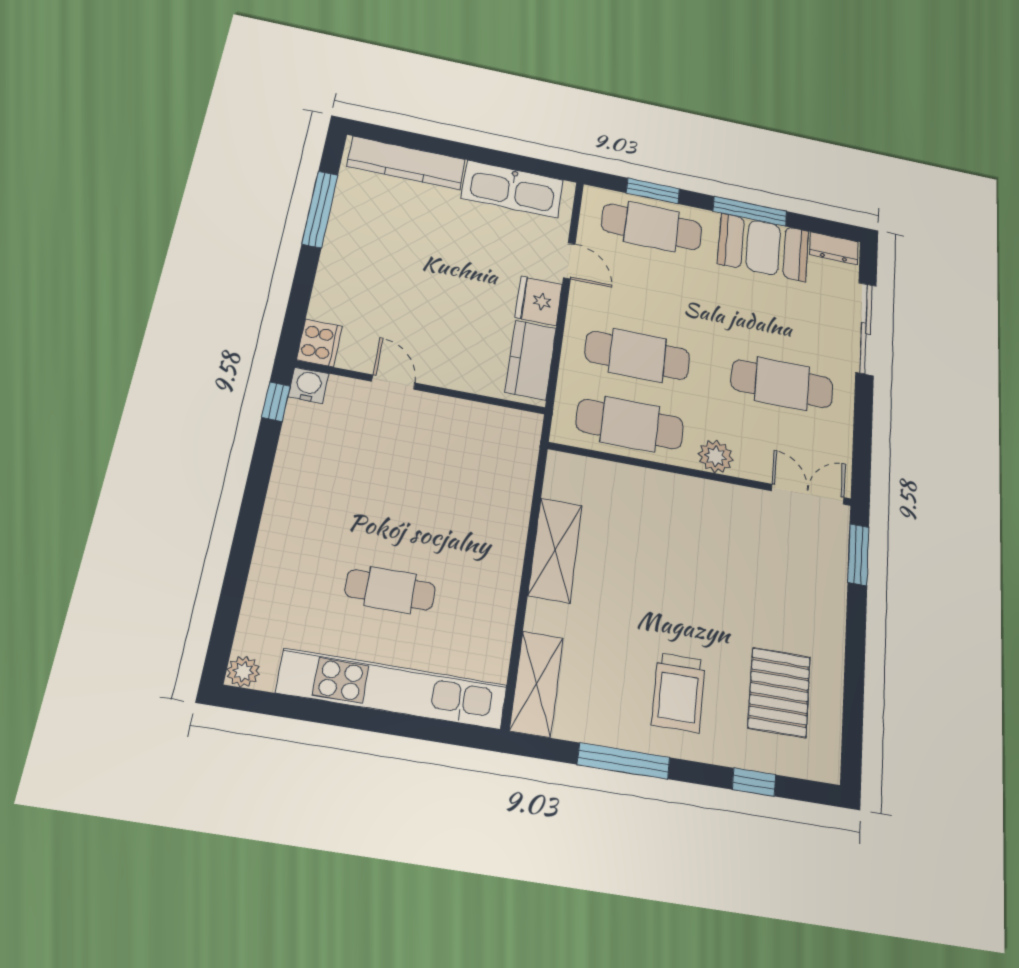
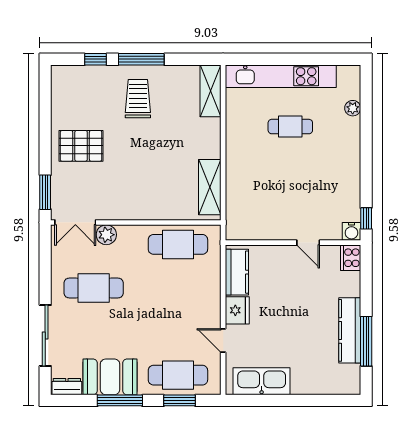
kitchen counter: (406, 163) -> (350, 330), moved, turned -90
cafe table: (637, 355) -> (178, 288), removed
plant: (716, 456) -> (106, 235), moved
shelving: (555, 550) -> (210, 187), moved
plant: (243, 672) -> (353, 108), moved
pallet: (779, 692) -> (81, 146), moved, turned 90
window: (624, 761) -> (141, 59), moved

